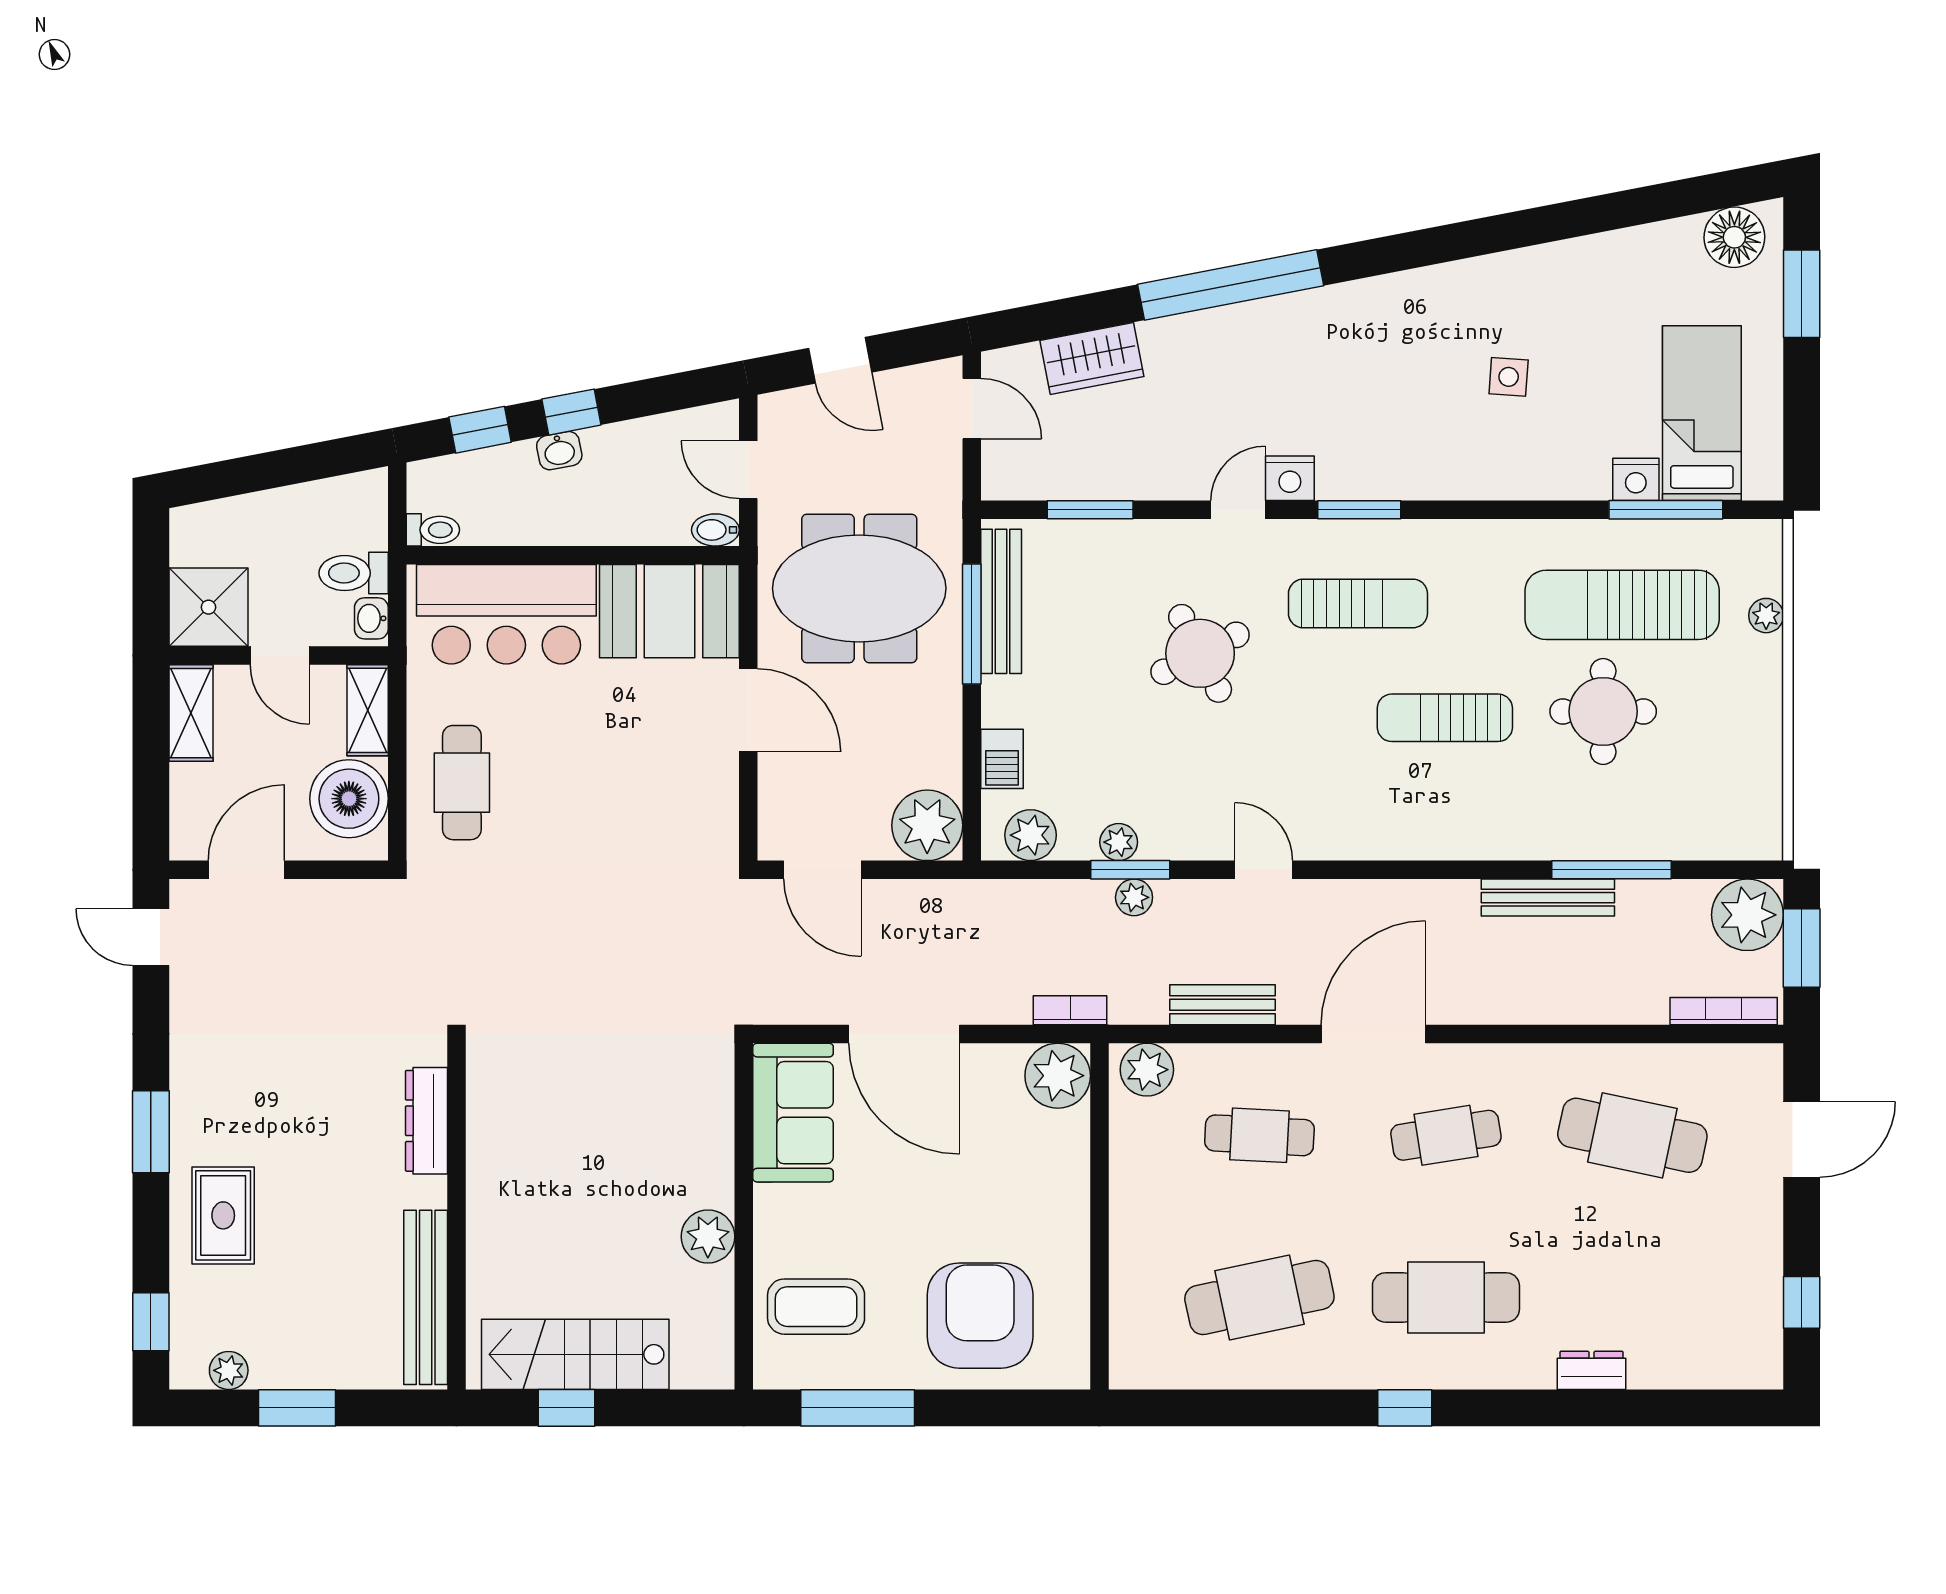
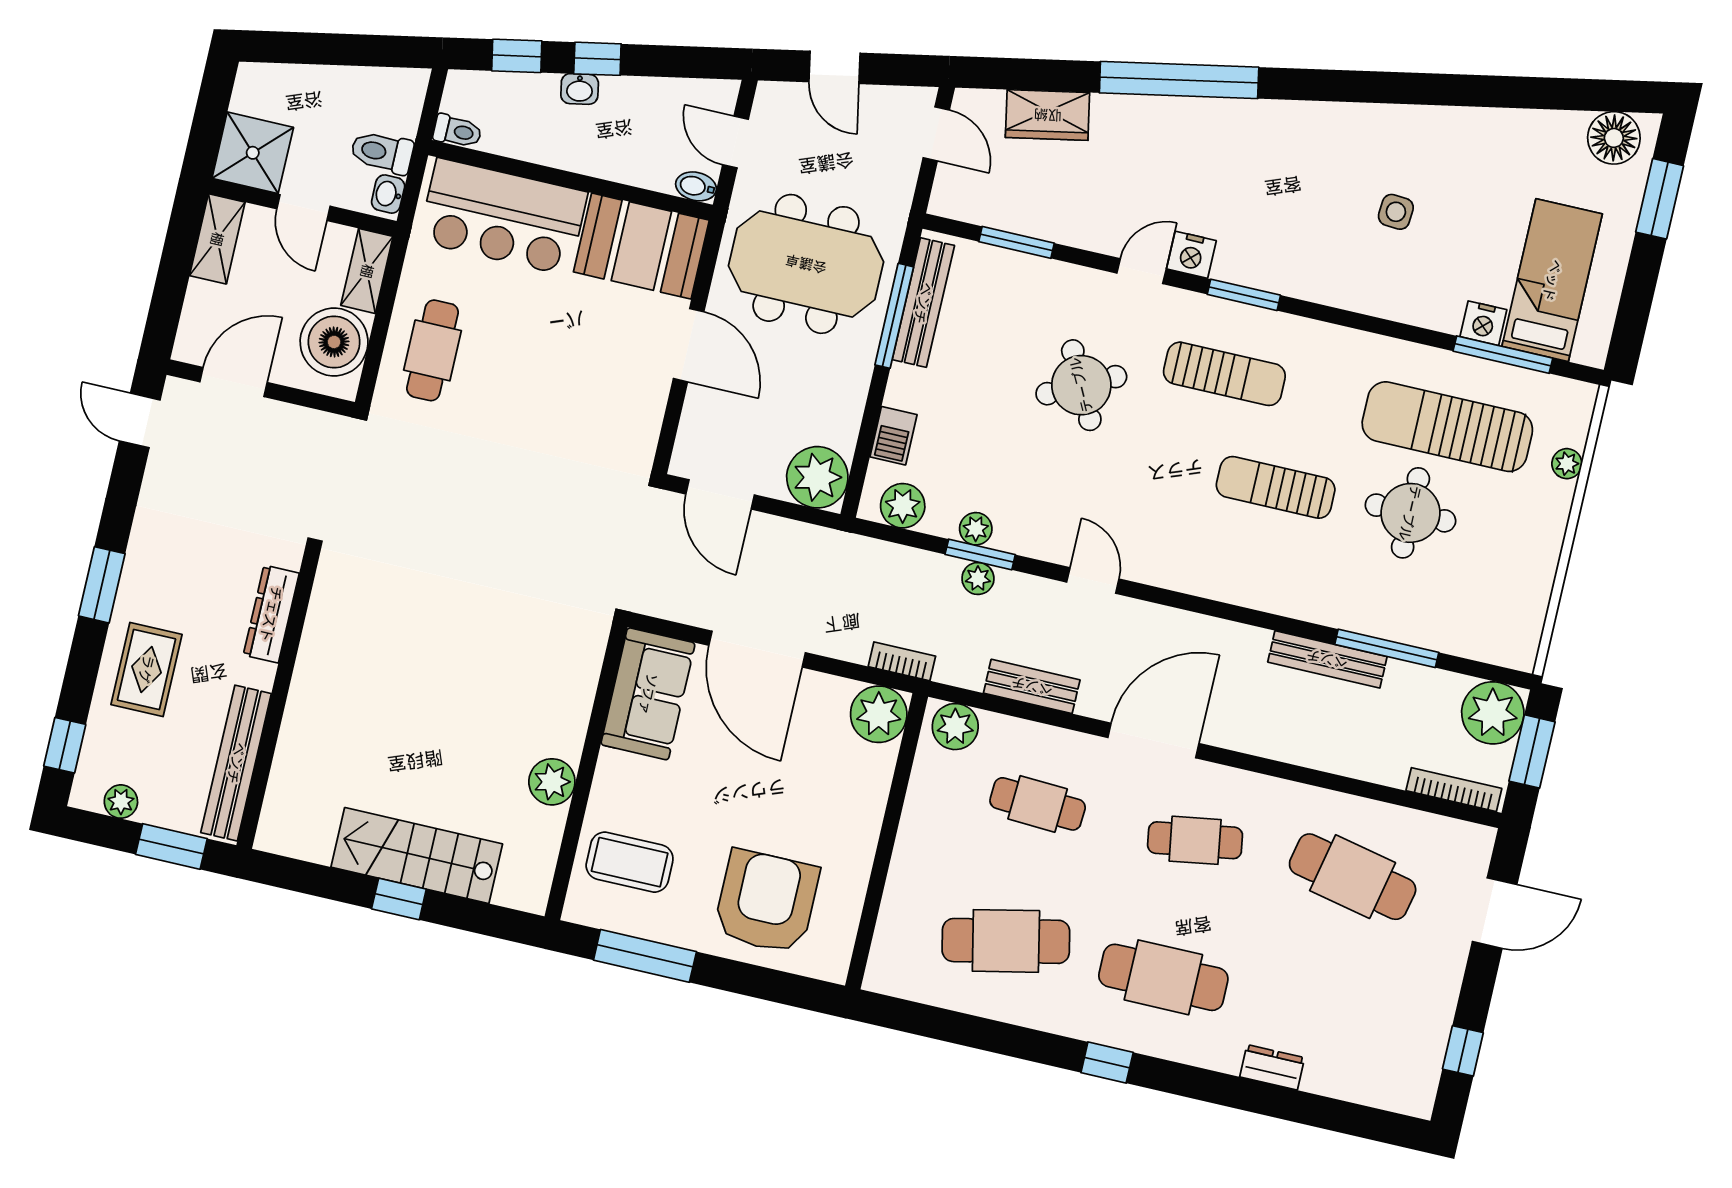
dresser: (426, 1121) -> (271, 614), moved
wall: (456, 1216) -> (278, 701), moved
bench: (426, 1297) -> (236, 763), moved

